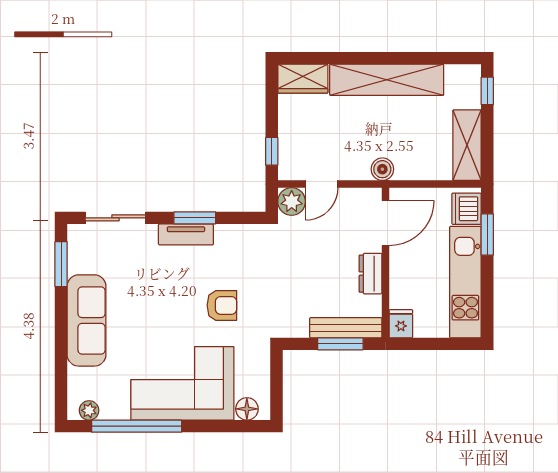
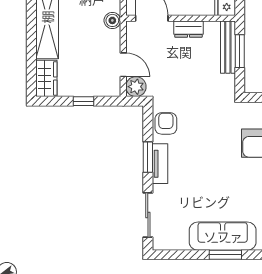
window: (272, 151) -> (83, 101), moved
window: (61, 264) -> (225, 255), moved
armchair: (222, 305) -> (166, 123), moved

